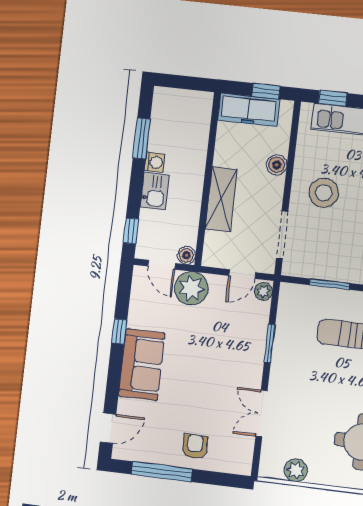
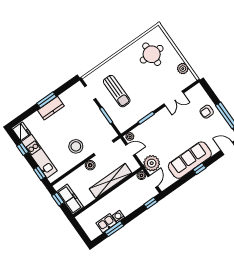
boiler: (277, 165) -> (90, 165), moved
kitchen sink: (155, 191) -> (106, 223), moved
shelving: (221, 199) -> (110, 181), width x1.47
window: (119, 332) -> (199, 169), moved
sofa: (142, 365) -> (190, 160), width x1.36

